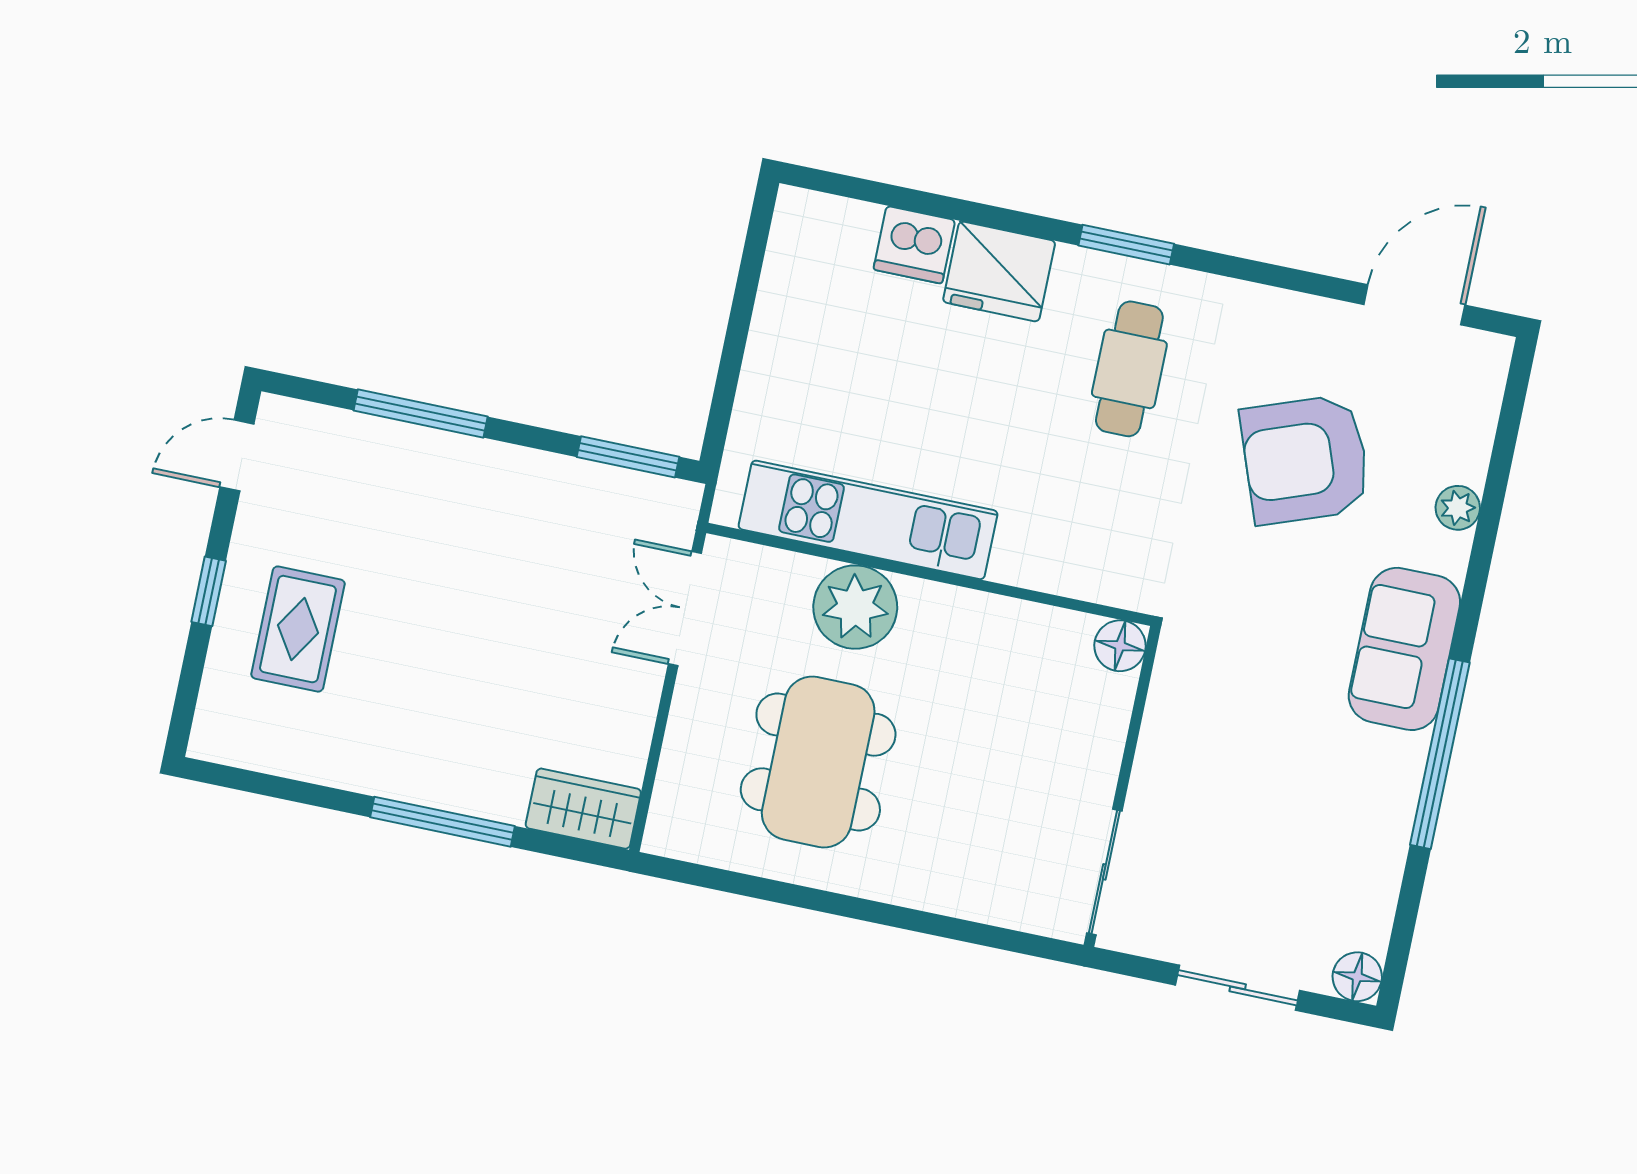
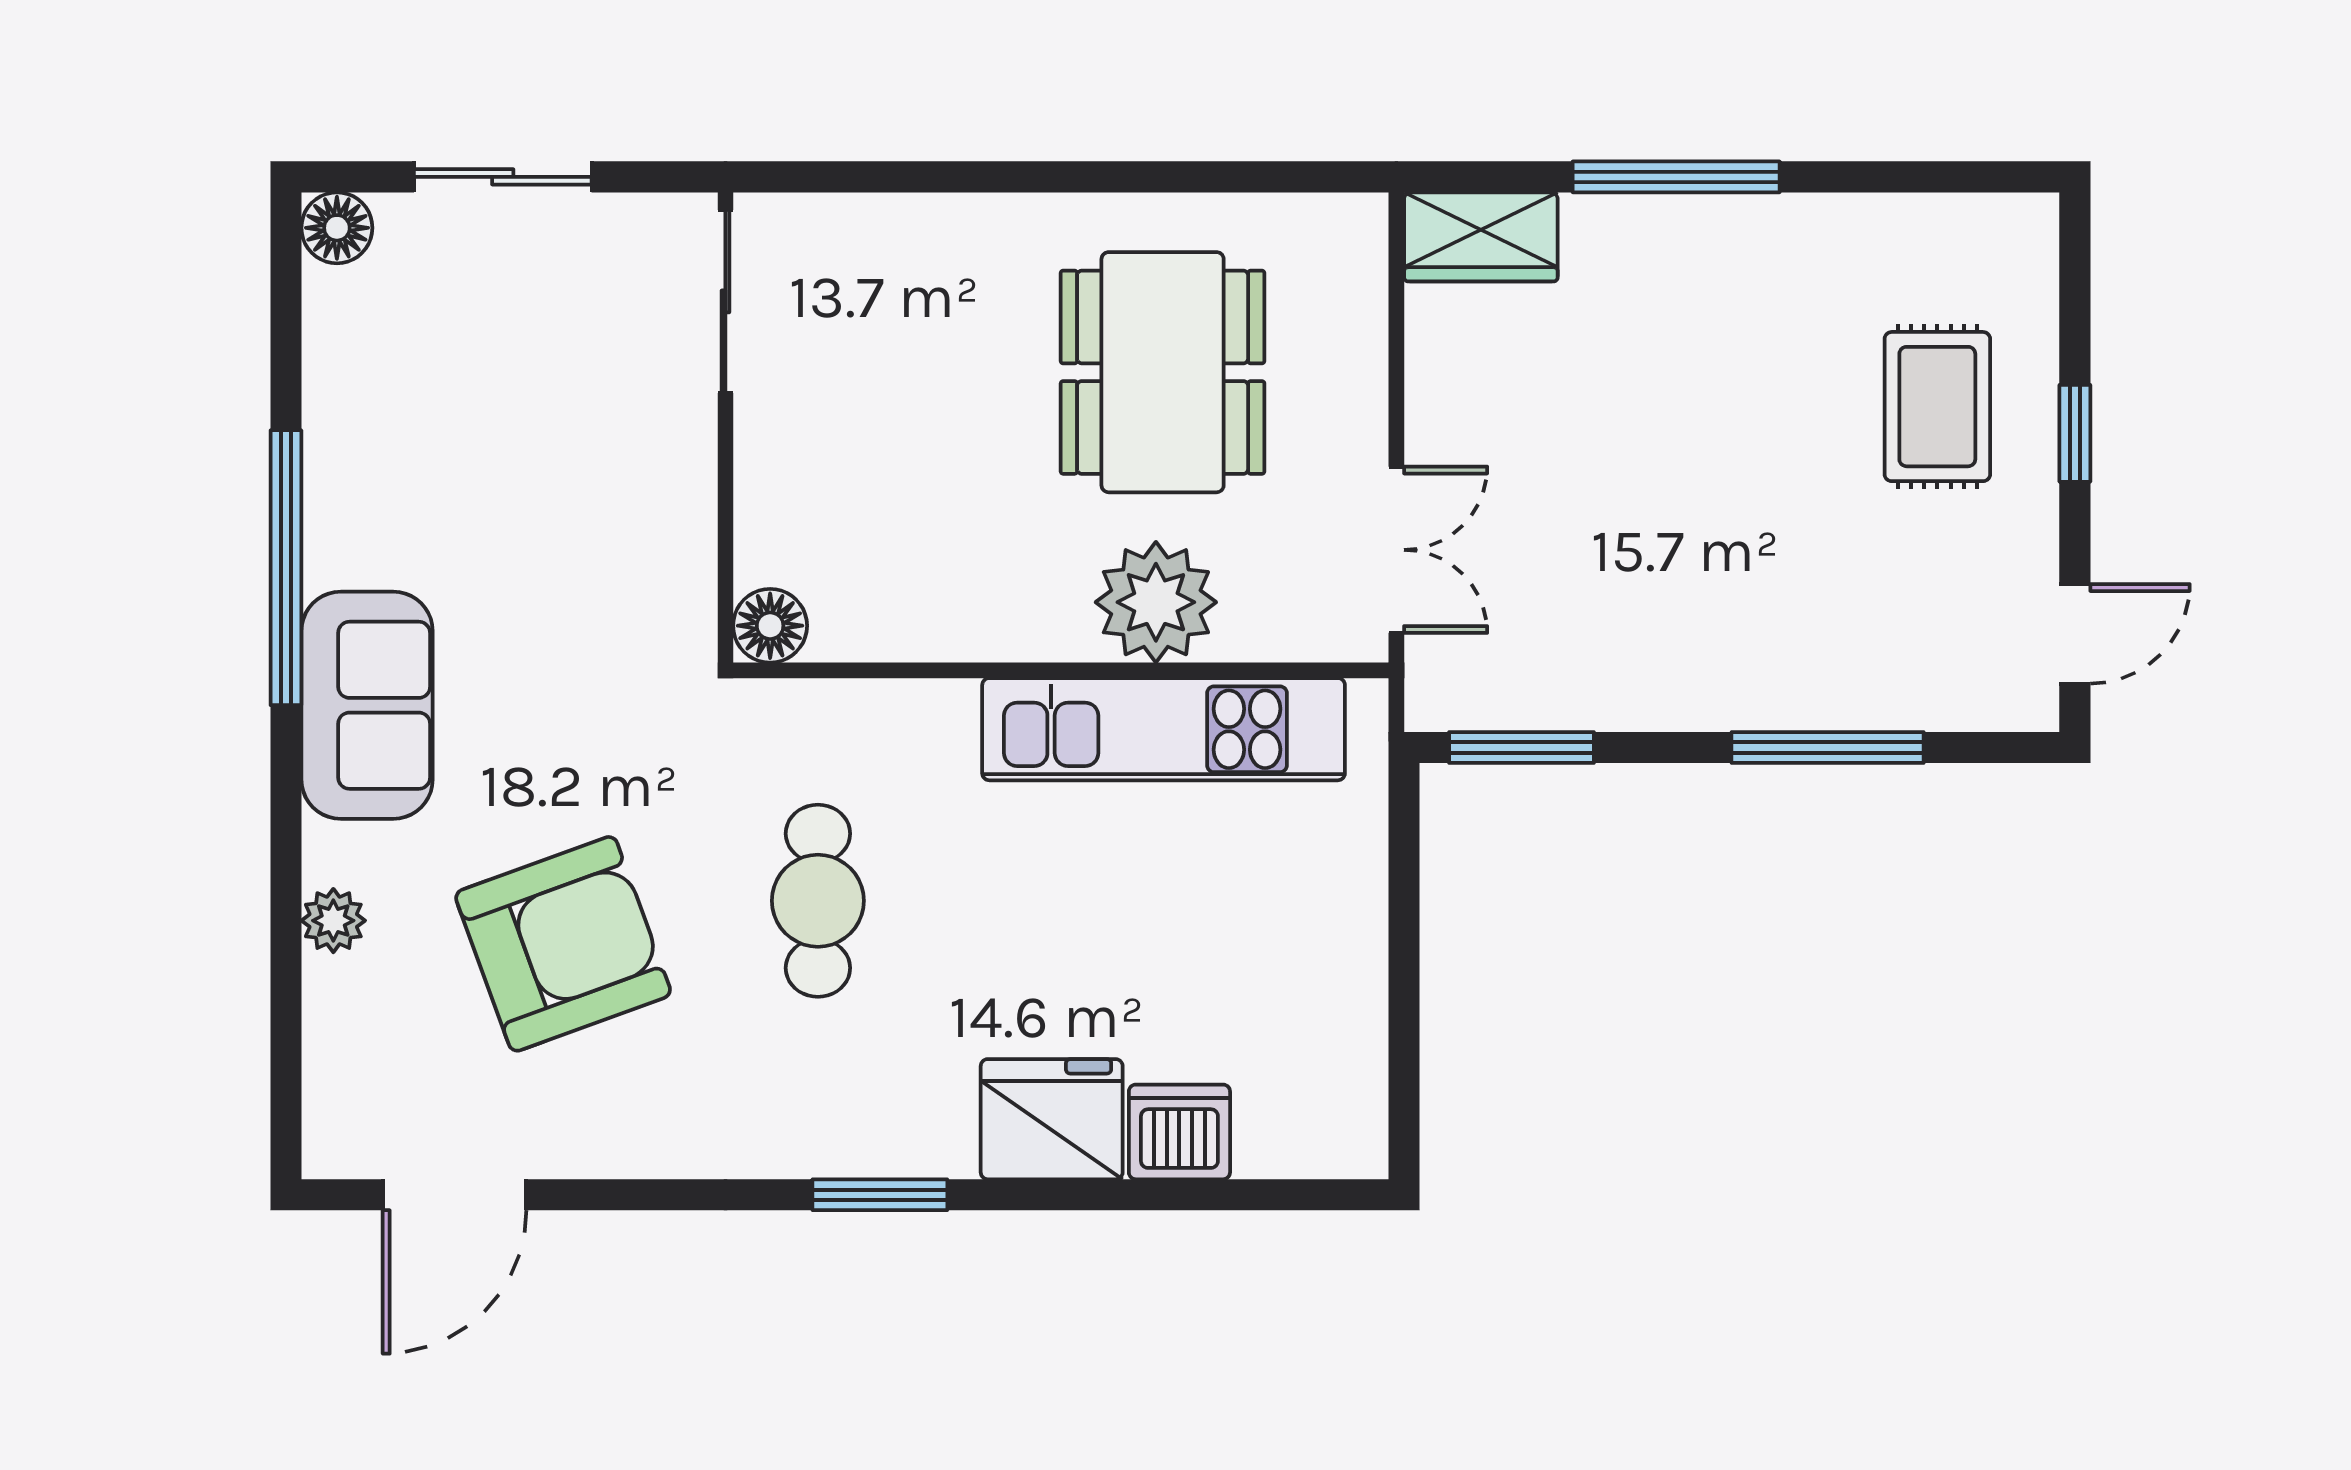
cafe table: (1129, 369) -> (818, 901), moved

